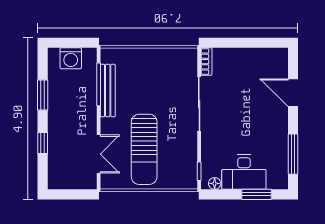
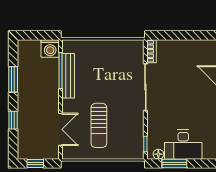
washing machine: (71, 58) -> (50, 48), moved
sun lounger: (144, 149) -> (99, 125), width x0.73, depth x0.75
window: (69, 194) -> (35, 163), added
window: (256, 194) -> (174, 163), moved

